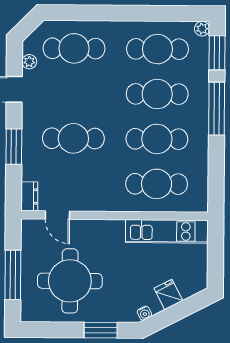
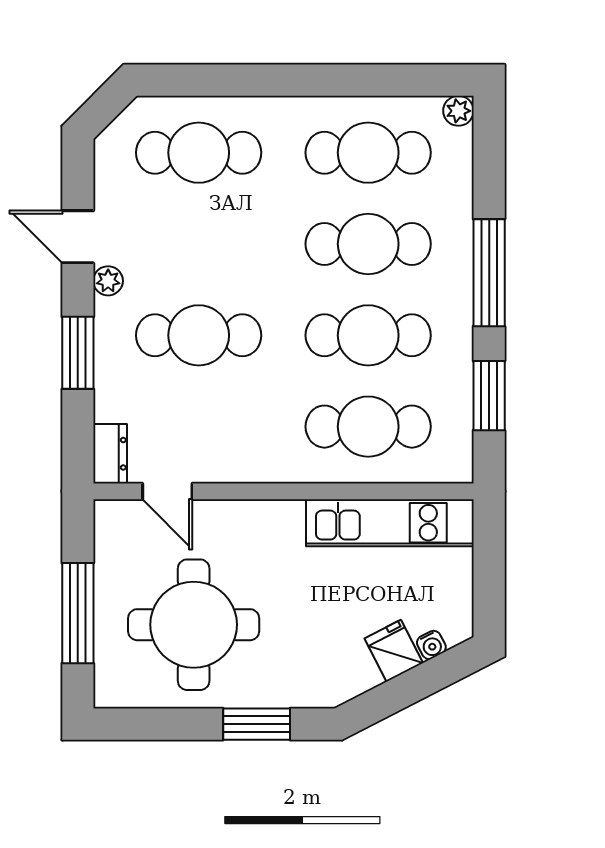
window: (217, 53) -> (489, 396), moved
plant: (29, 62) -> (108, 281), moved
water cooler: (144, 313) -> (431, 645), moved

